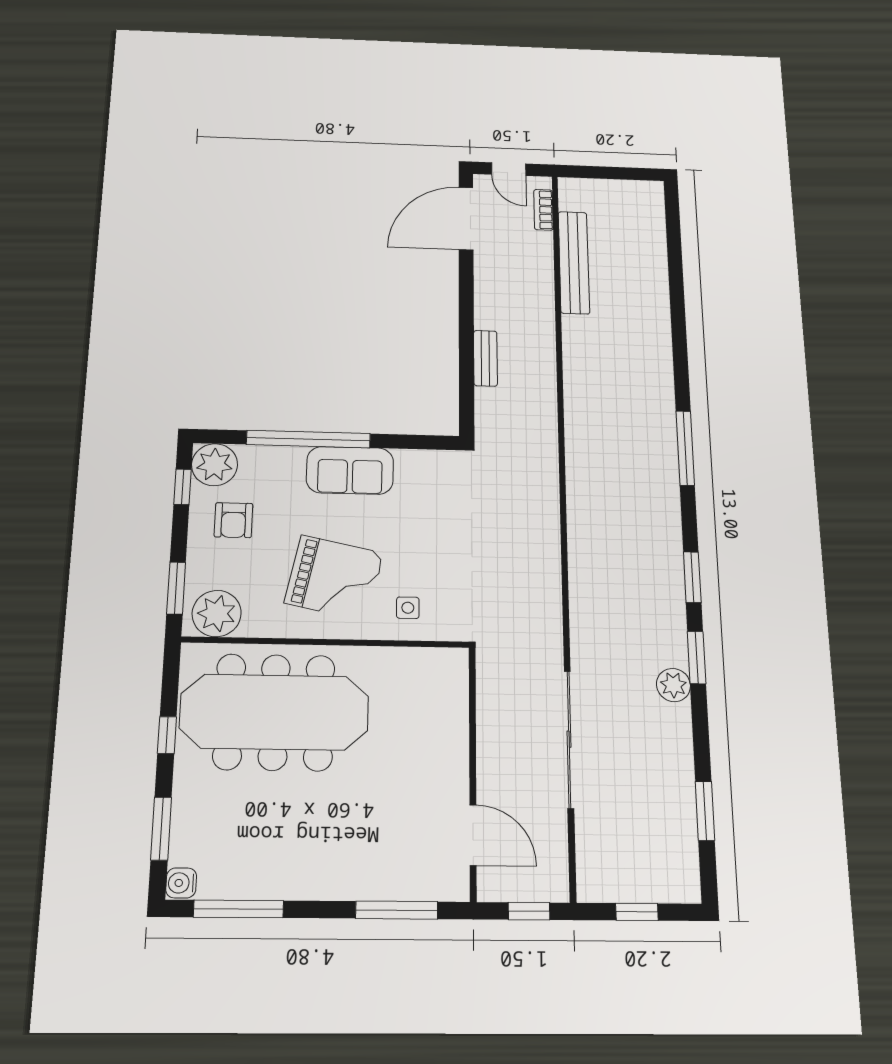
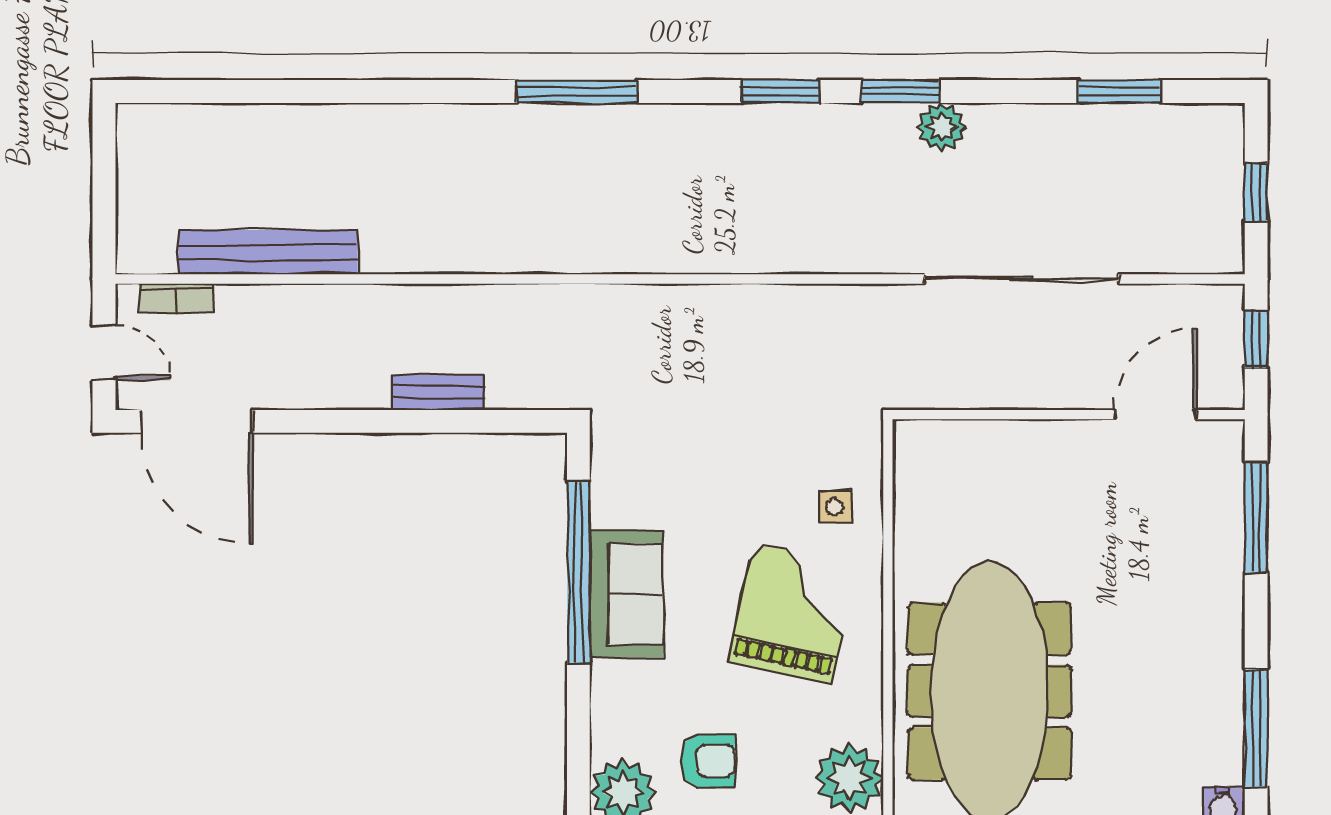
door: (509, 169) -> (104, 353), hinge flipped
window: (308, 439) -> (578, 572), moved

